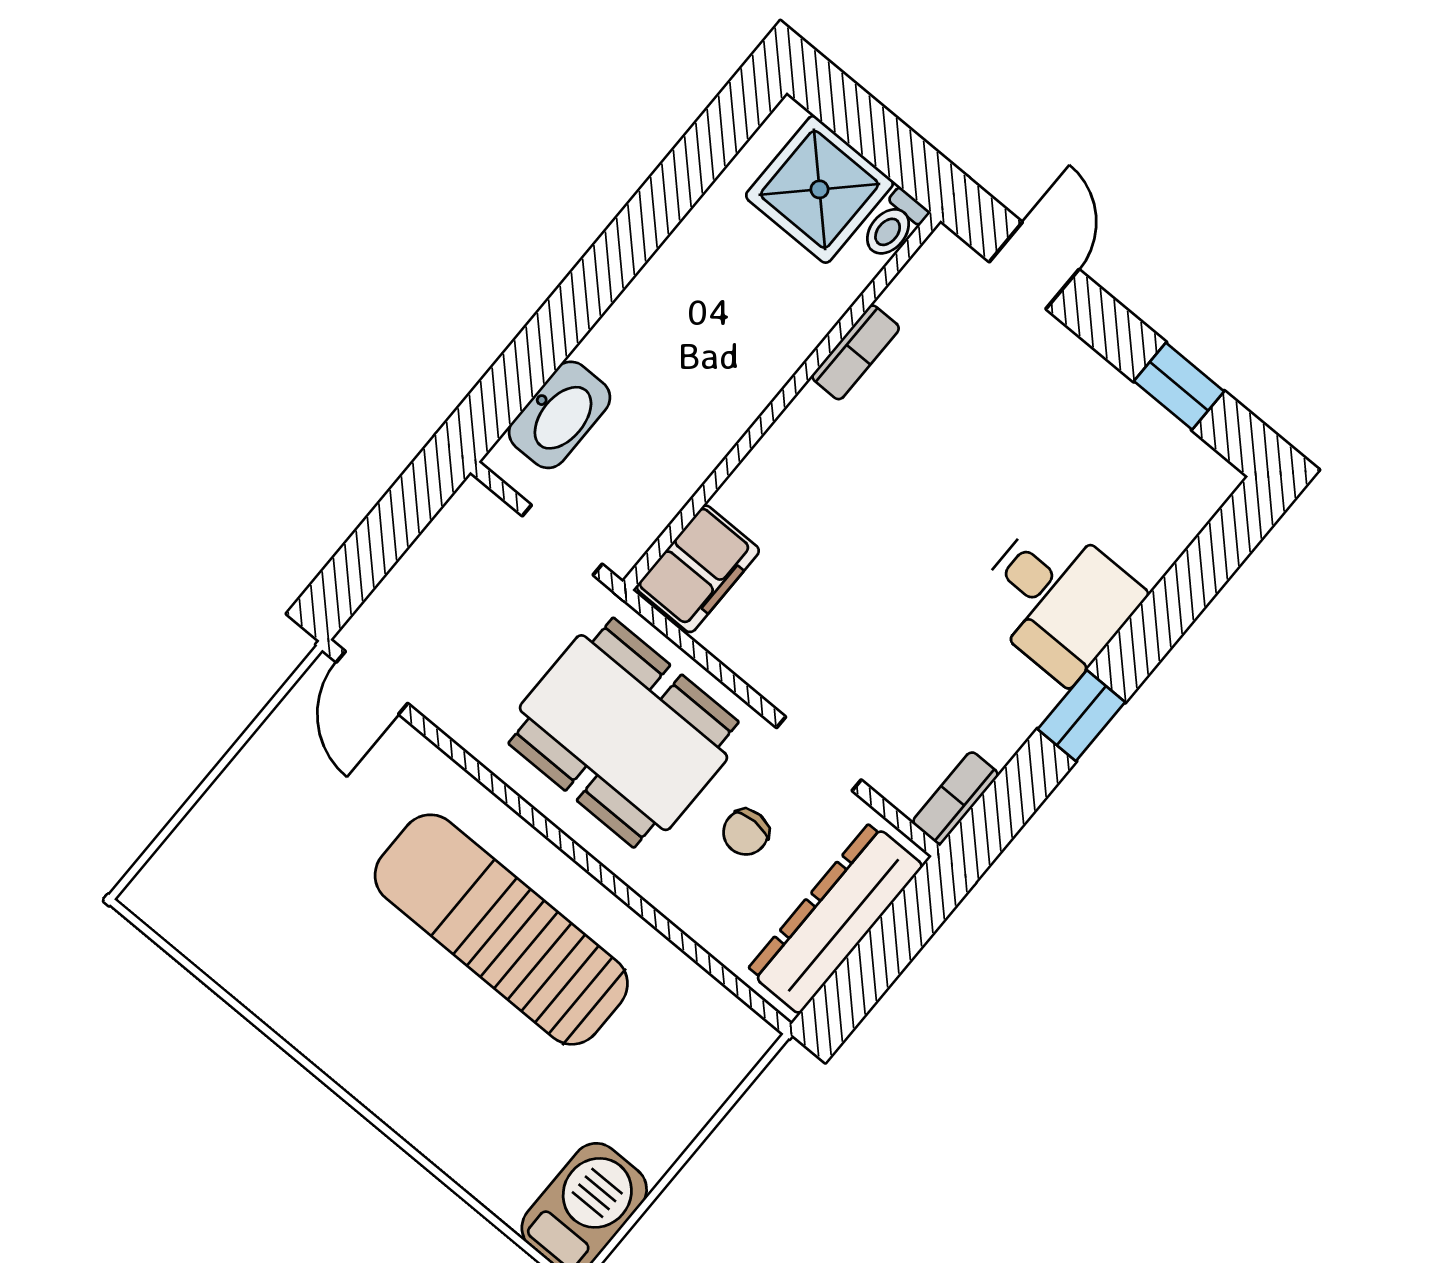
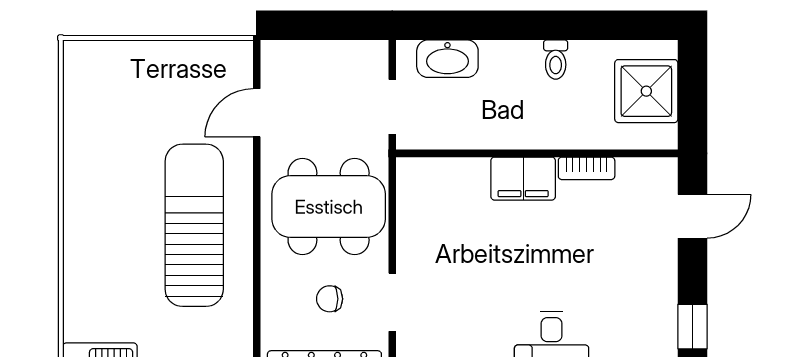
toilet: (894, 225) -> (556, 60), moved, turned -90
filing cabinet: (698, 569) -> (523, 179), moved
door: (372, 683) -> (257, 113), moved
dining table: (624, 733) -> (329, 207), turned 90

